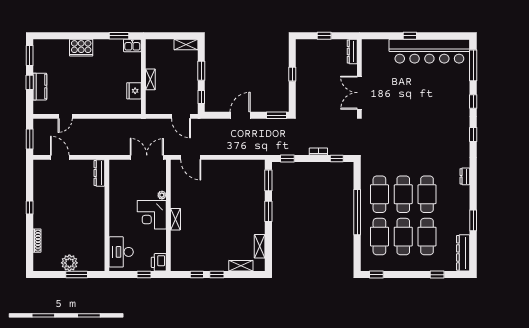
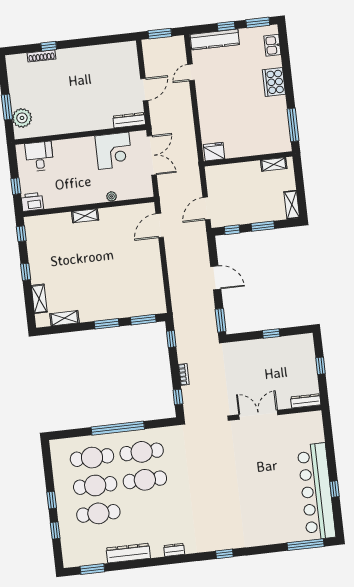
window: (119, 36) -> (293, 125), width x1.44
window: (410, 36) -> (334, 489), moved
kitchen sink: (132, 45) -> (272, 45), moved
shelving: (150, 79) -> (274, 164), moved
kitchen counter: (40, 87) -> (215, 39), width x1.50
fridge: (134, 91) -> (214, 152), moved
window: (473, 101) -> (263, 549), removed
door: (65, 116) -> (191, 72), hinge flipped
door: (60, 157) -> (144, 90), moved
double door: (147, 157) -> (152, 155), moved
cafe table: (427, 194) -> (148, 508), removed
window: (30, 207) -> (49, 46), moved
corner desk: (152, 215) -> (114, 151), moved, turned 180
window: (473, 220) -> (92, 569), moved
desk: (121, 252) -> (39, 156), width x0.73
dresser: (463, 253) -> (128, 553), moved
plant: (69, 263) -> (22, 118), moved
window: (197, 275) -> (21, 234), moved
window: (376, 275) -> (52, 500), moved

